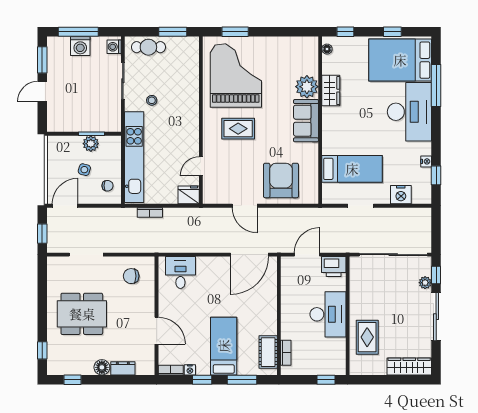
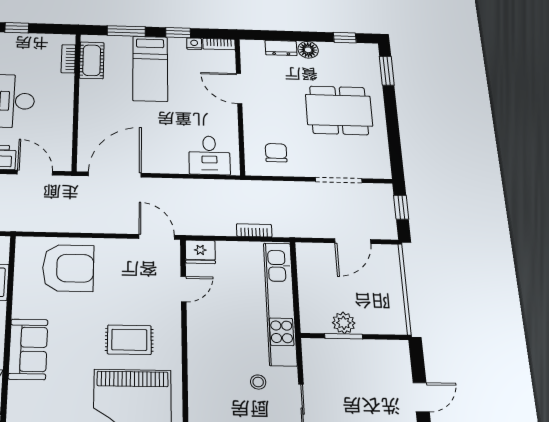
plant: (307, 87) -> (25, 398), removed
side table: (84, 170) -> (350, 288), removed
armchair: (281, 180) -> (68, 268), turned -90
chair: (107, 186) -> (316, 266), removed
door: (65, 206) -> (353, 241), moved
door: (245, 206) -> (157, 237), moved
door: (307, 255) -> (35, 173), swing flipped
chair: (131, 276) -> (276, 153), turned -90
window: (42, 350) -> (387, 71), width x1.50

